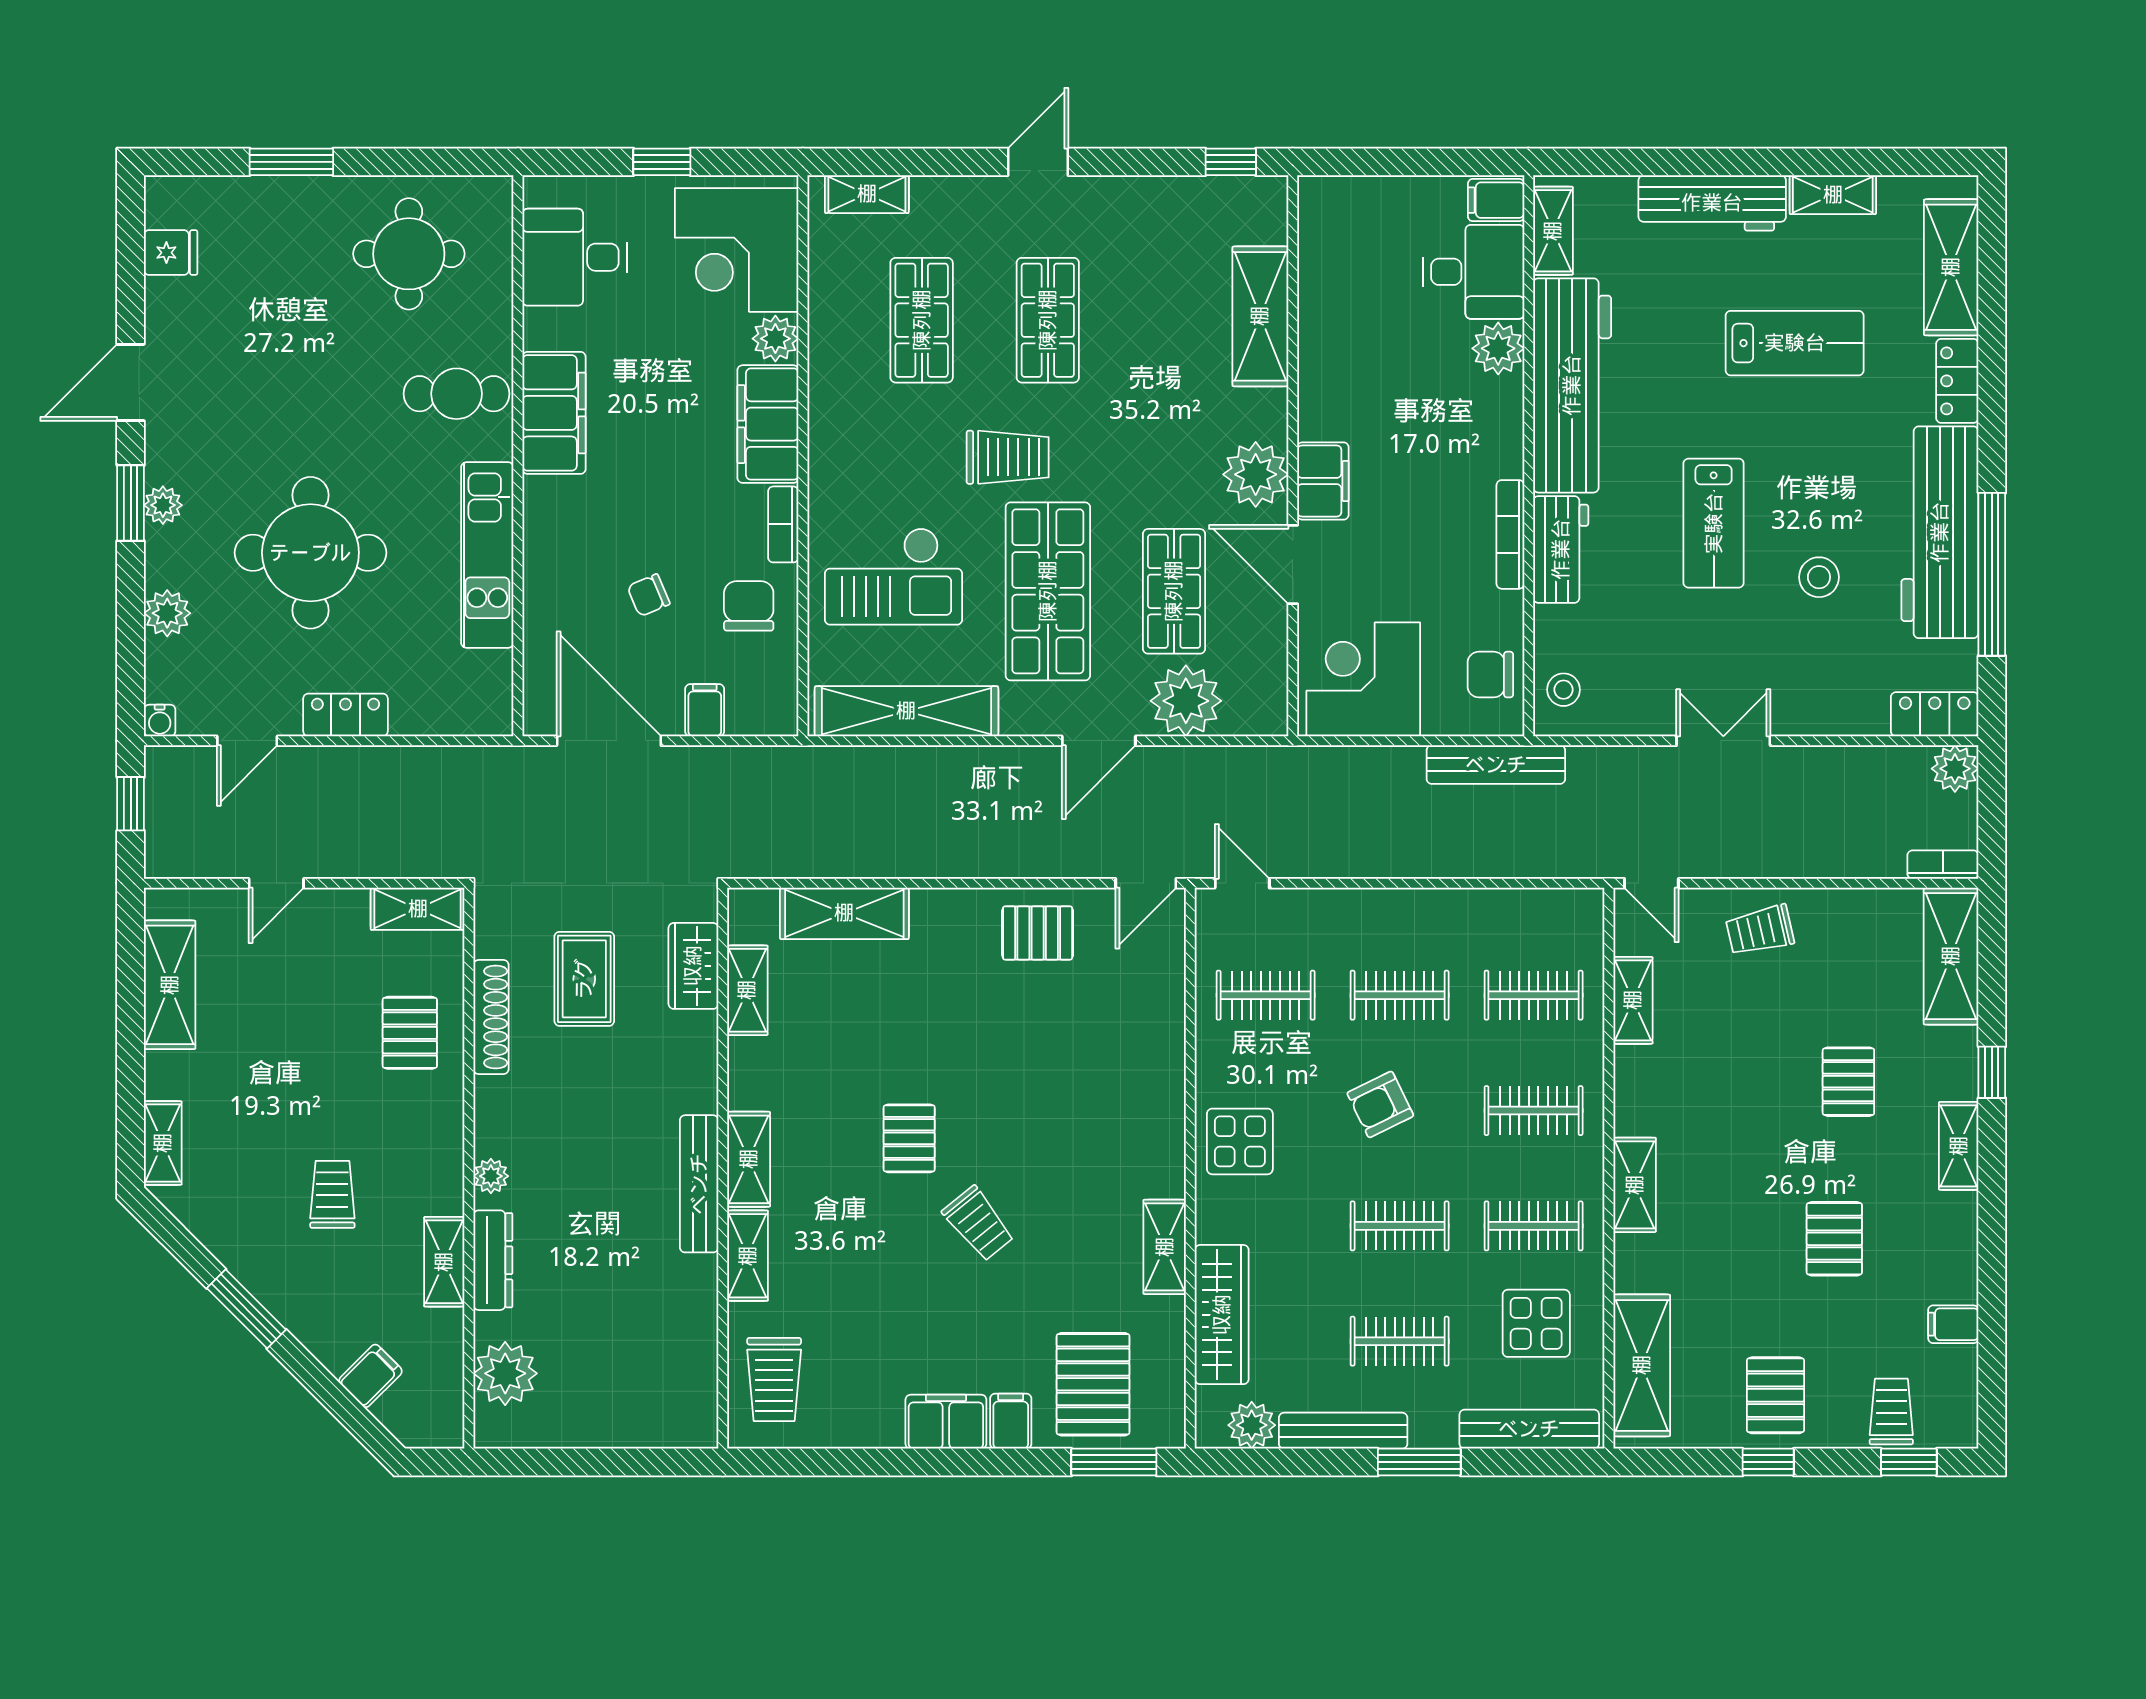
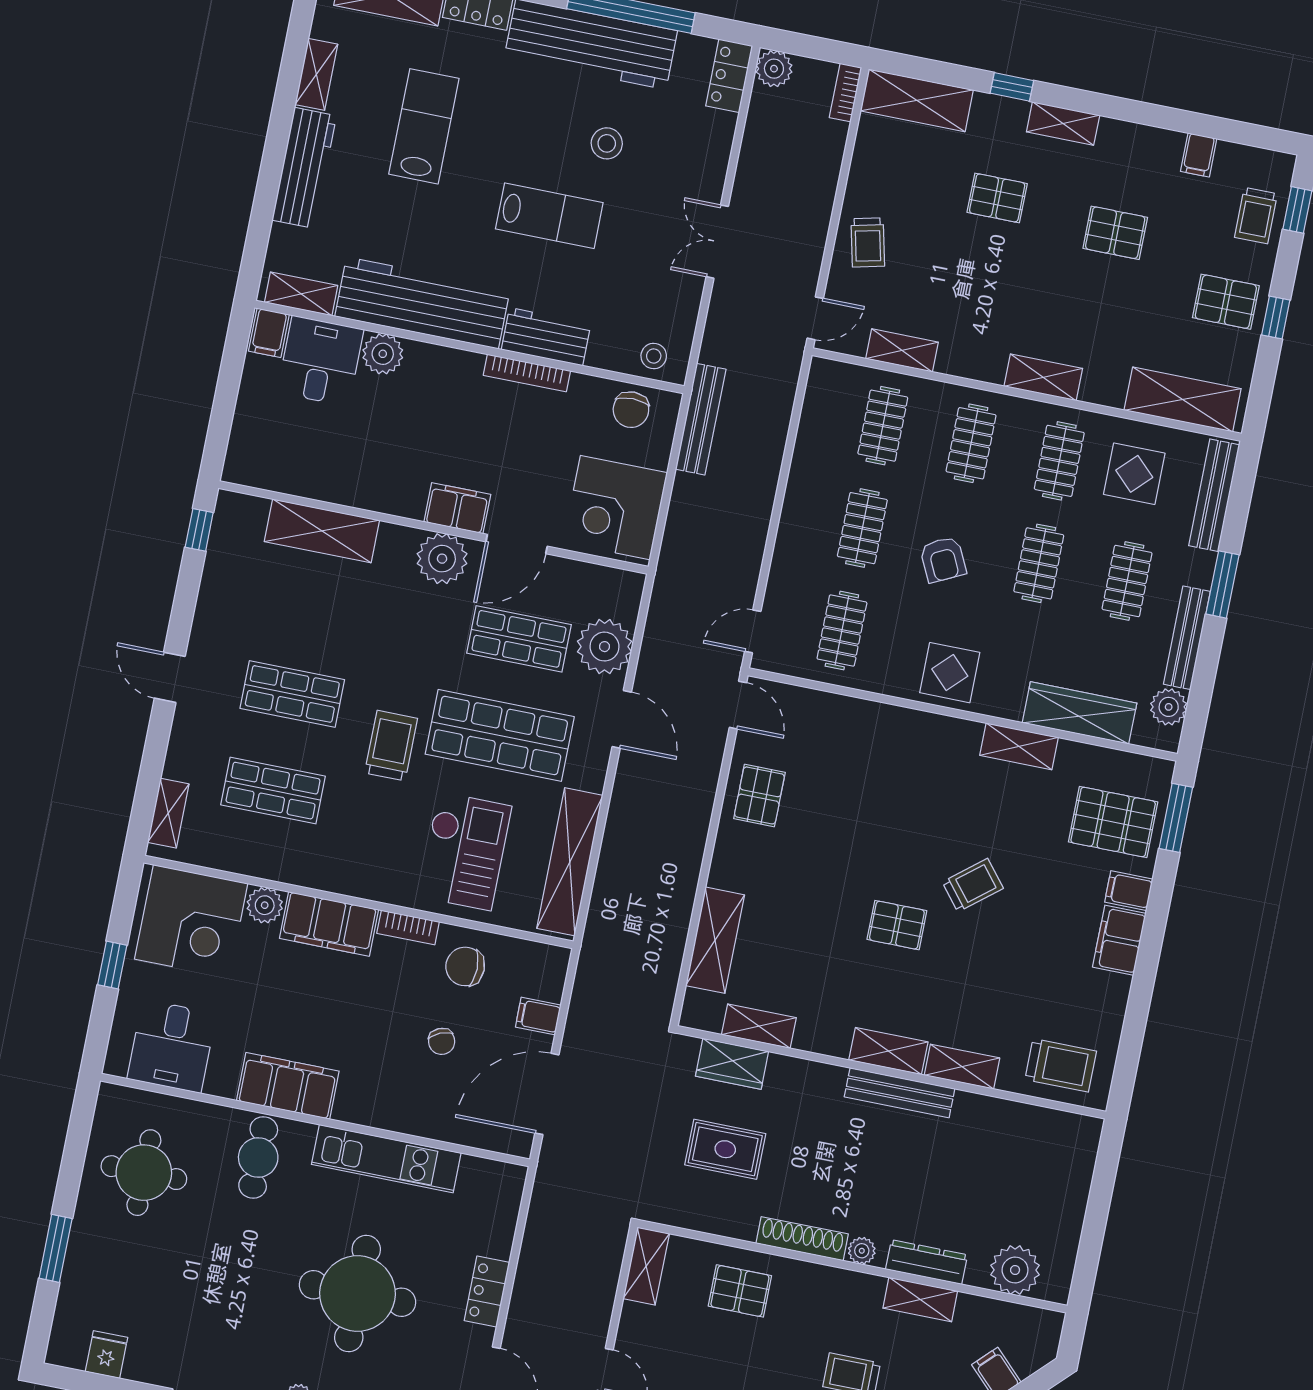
shoe rack: (491, 1017) -> (802, 1239), moved
trolley: (1891, 1412) -> (1256, 216), turned -90

